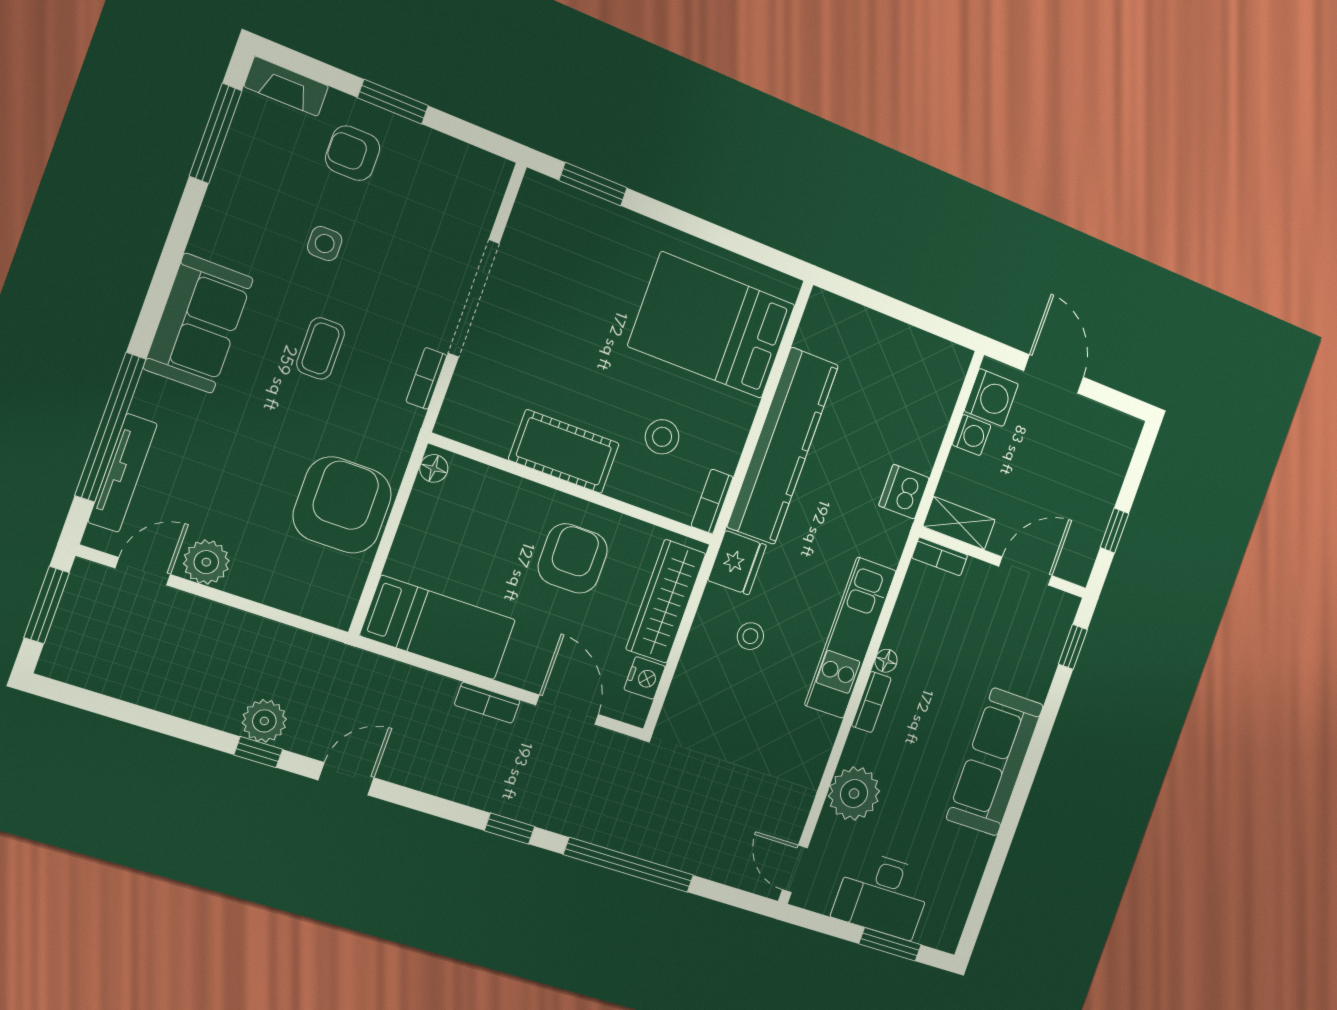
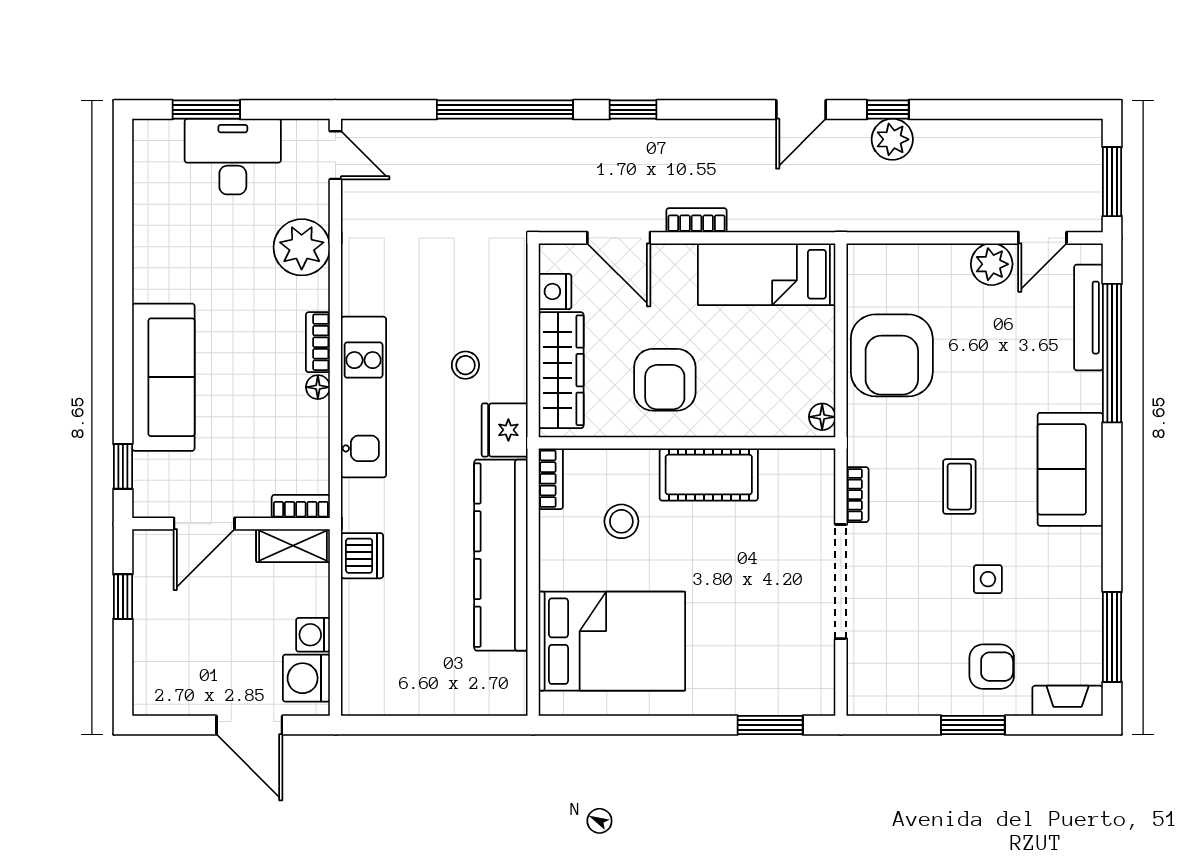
sofa: (995, 762) -> (163, 377), moved

